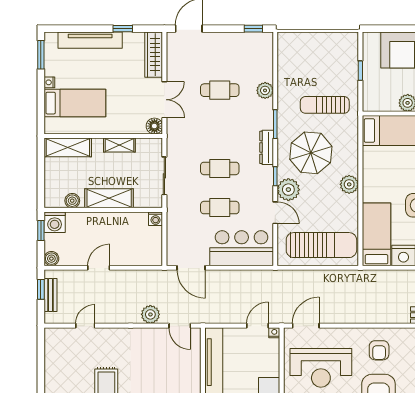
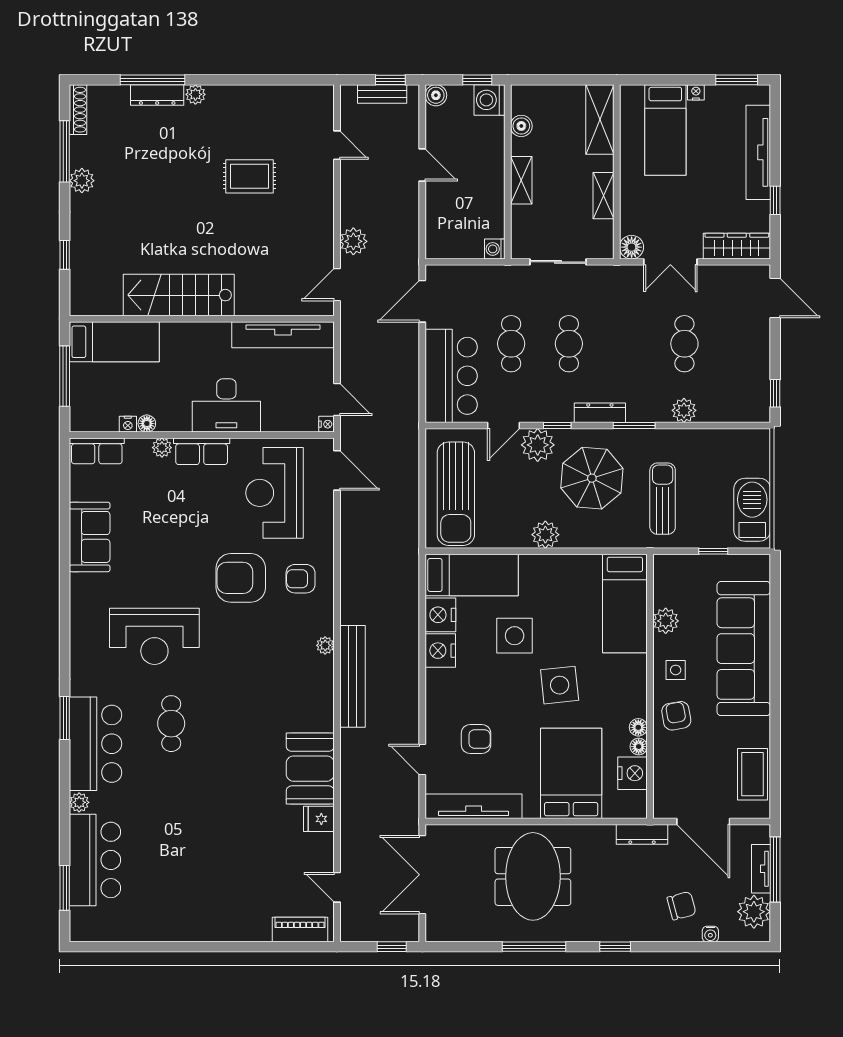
barbecue: (332, 44) -> (752, 510), added
shelving: (109, 198) -> (521, 180), width x0.67, depth x0.75

